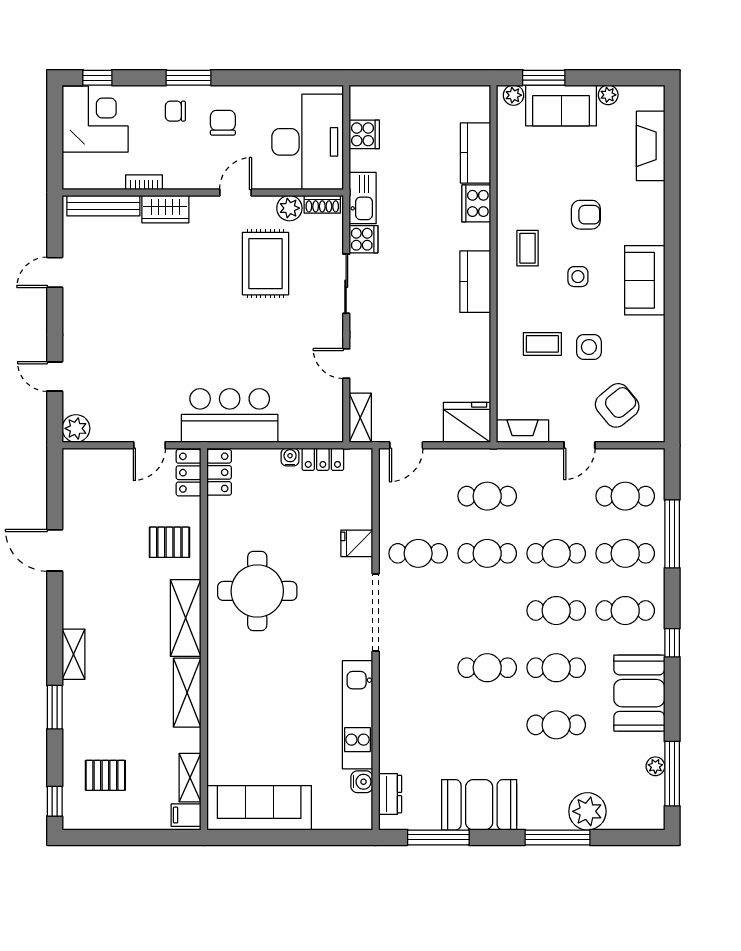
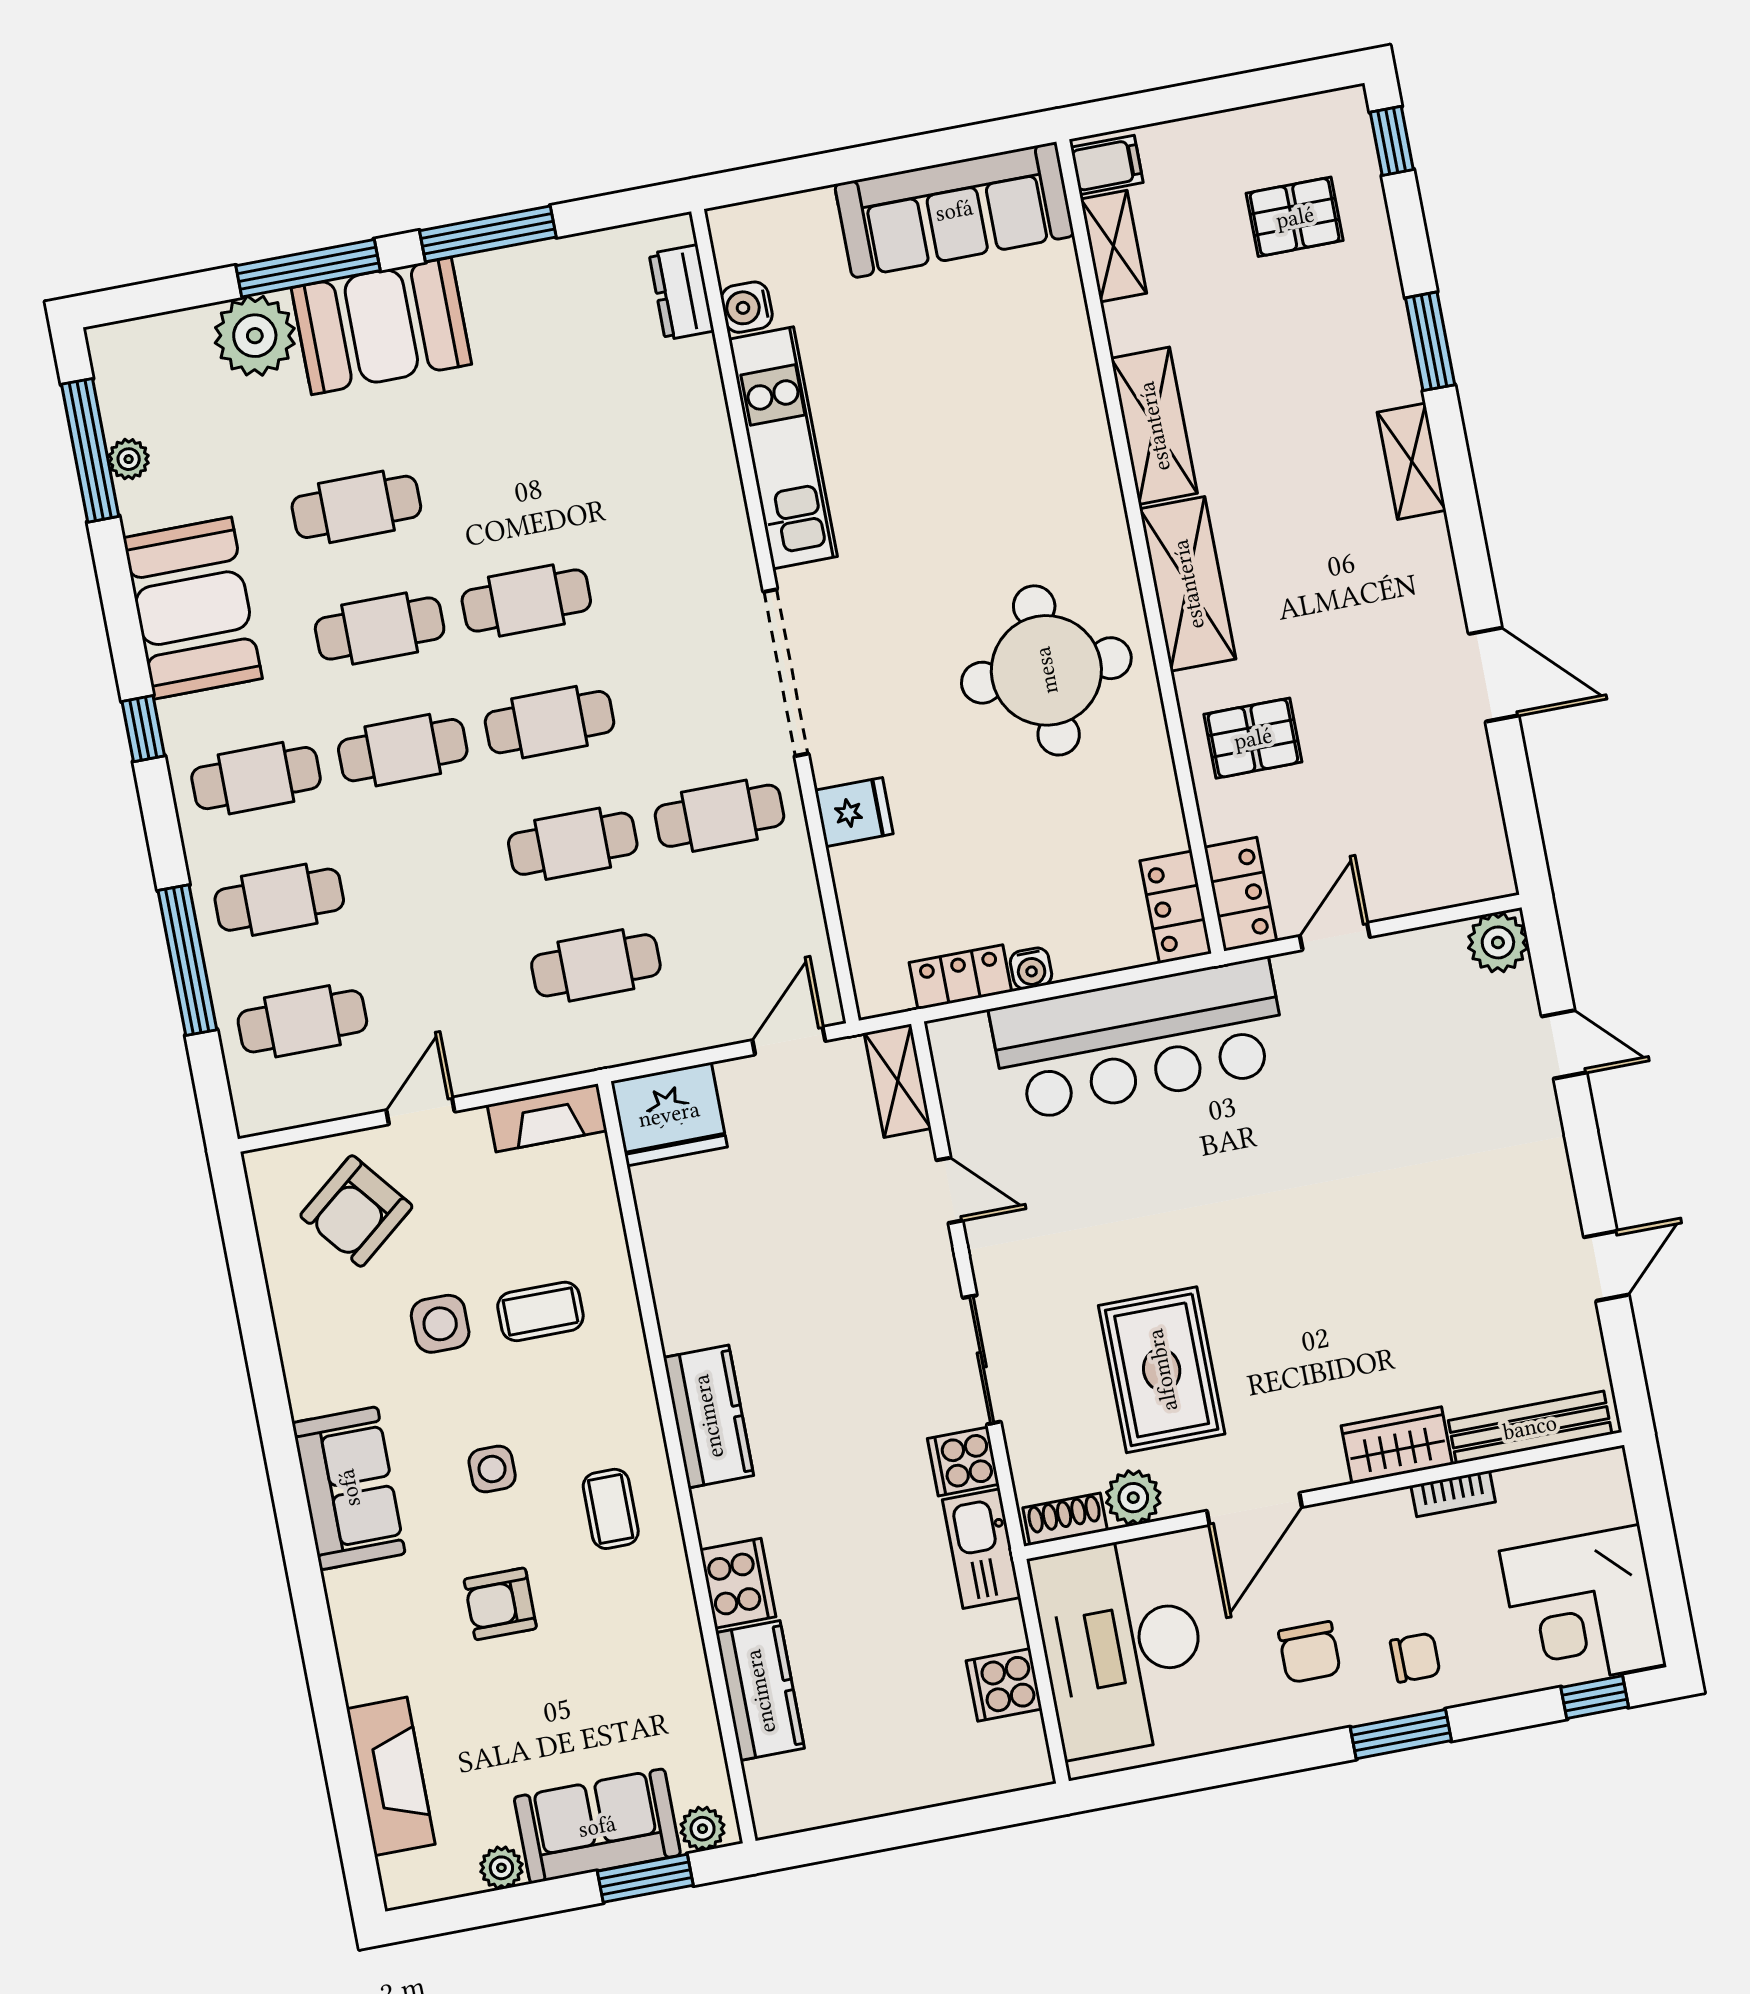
door: (235, 192) -> (1254, 1509), width x1.38
bar counter: (230, 415) -> (1139, 1040), width x1.36
cafe table: (556, 553) -> (550, 722), moved
booth: (479, 805) -> (381, 326), moved
window: (438, 837) -> (488, 234), moved

